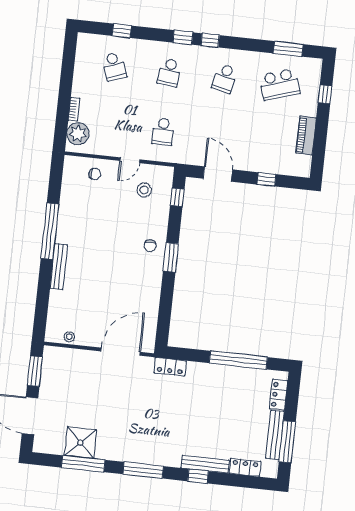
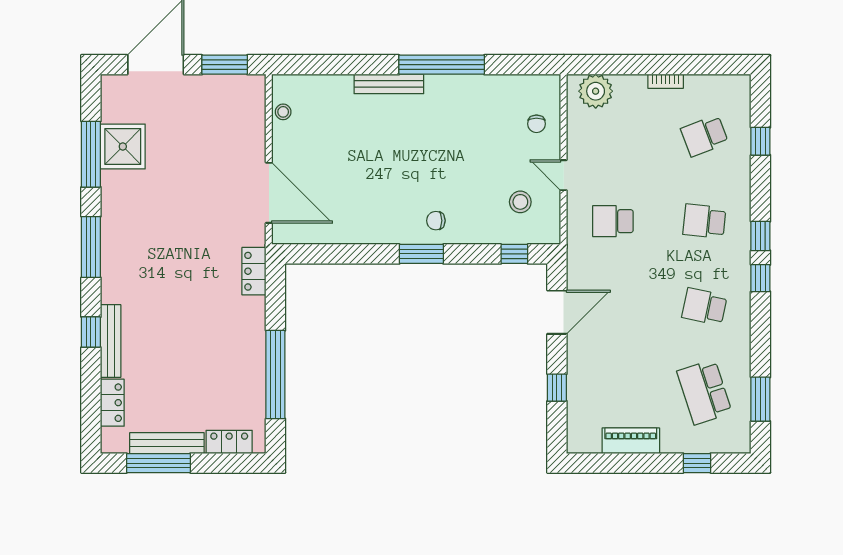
bookcase: (74, 109) -> (666, 81), moved

